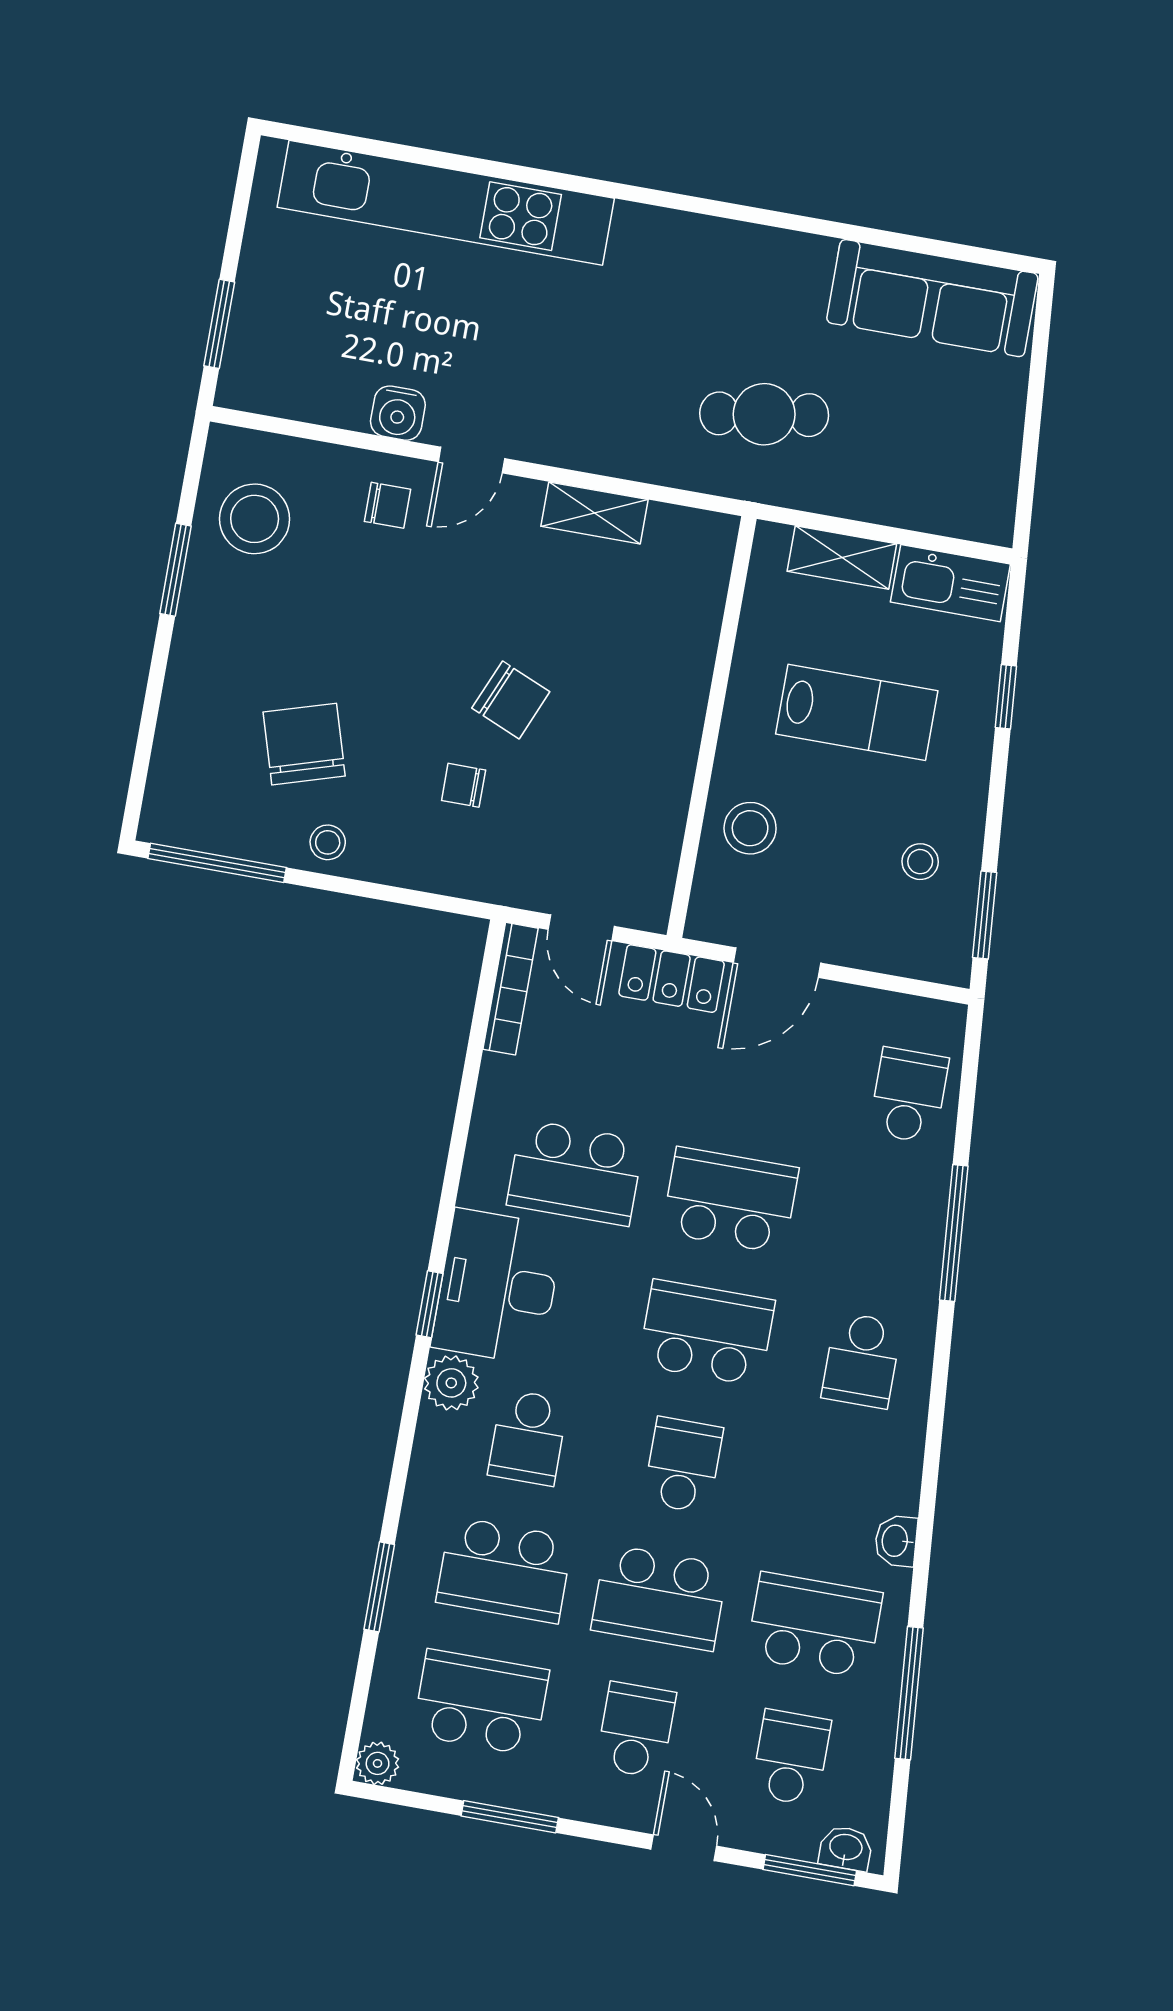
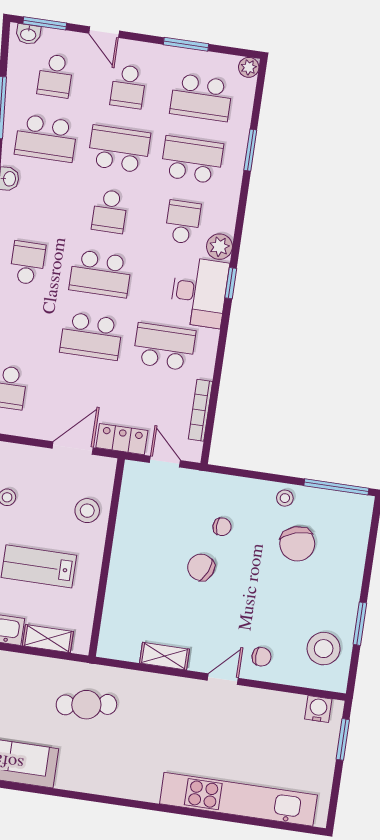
water cooler: (398, 413) -> (318, 709), moved
chair: (388, 505) -> (261, 657), turned 180
bookcase: (510, 989) -> (200, 410), moved

